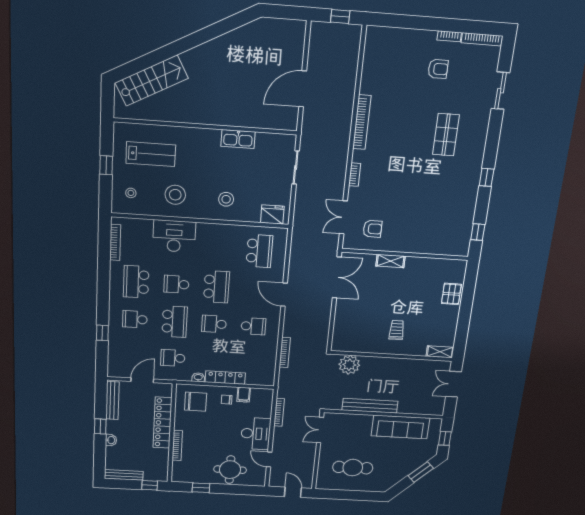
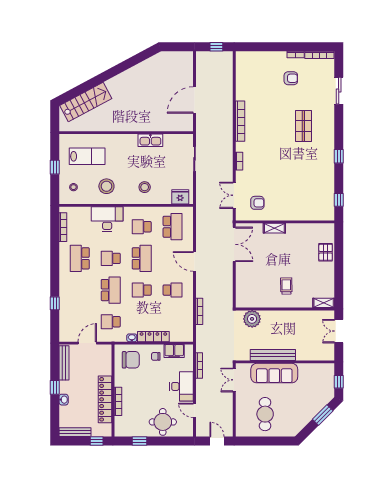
school desk: (135, 319) -> (142, 227), moved
filing cabinet: (244, 395) -> (174, 351), width x2.00
locker: (162, 423) -> (105, 399), moved
sofa: (400, 427) -> (274, 373), moved
cafe table: (353, 468) -> (265, 414), turned 90

